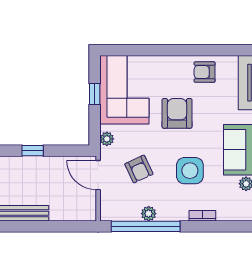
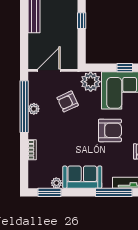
plant: (107, 139) -> (91, 82), width x1.88, depth x1.88
side table: (190, 171) -> (66, 140), removed
door: (98, 175) -> (49, 70), moved

